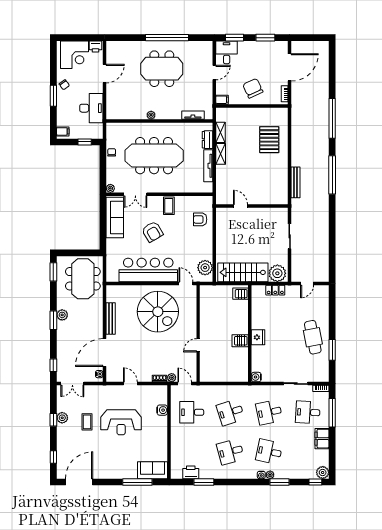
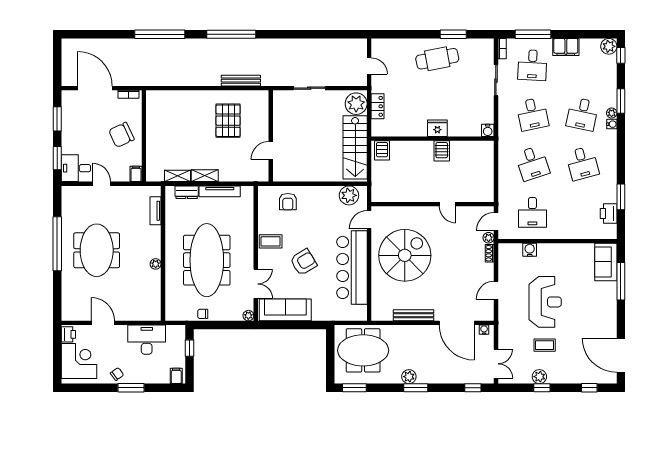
pallet: (269, 140) -> (228, 121), moved, turned 90

